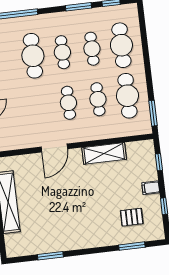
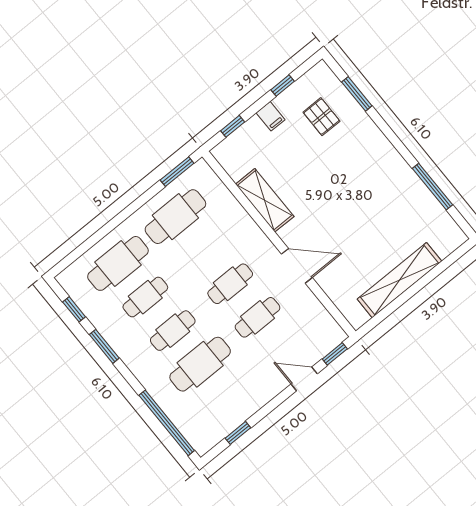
cafe table: (98, 99) -> (258, 317), moved
window: (50, 256) -> (432, 187), width x1.44

